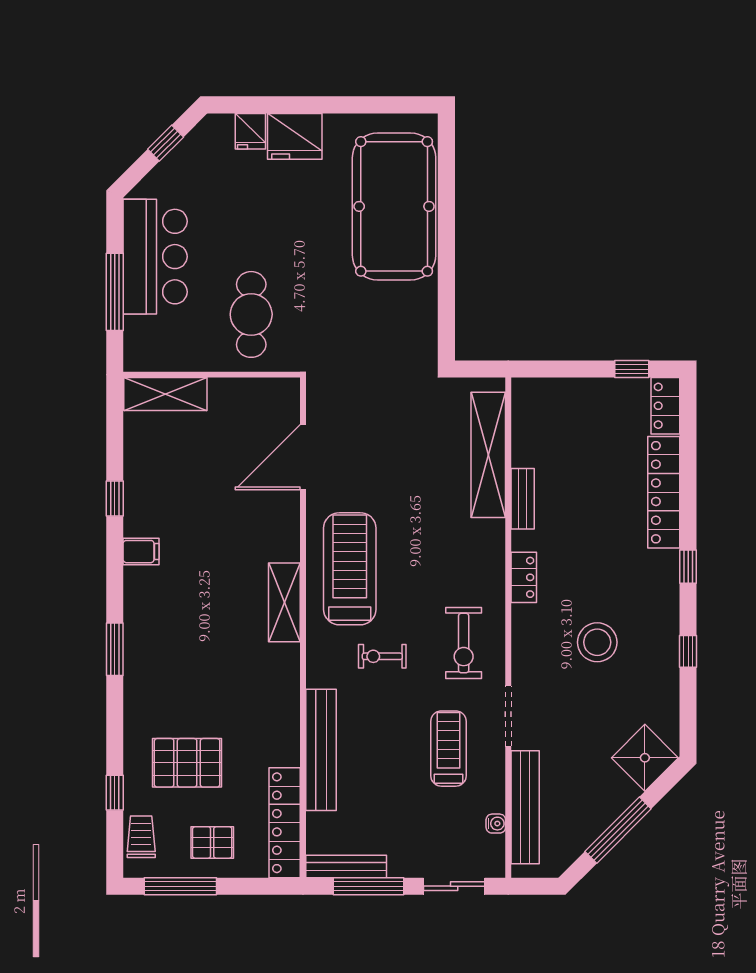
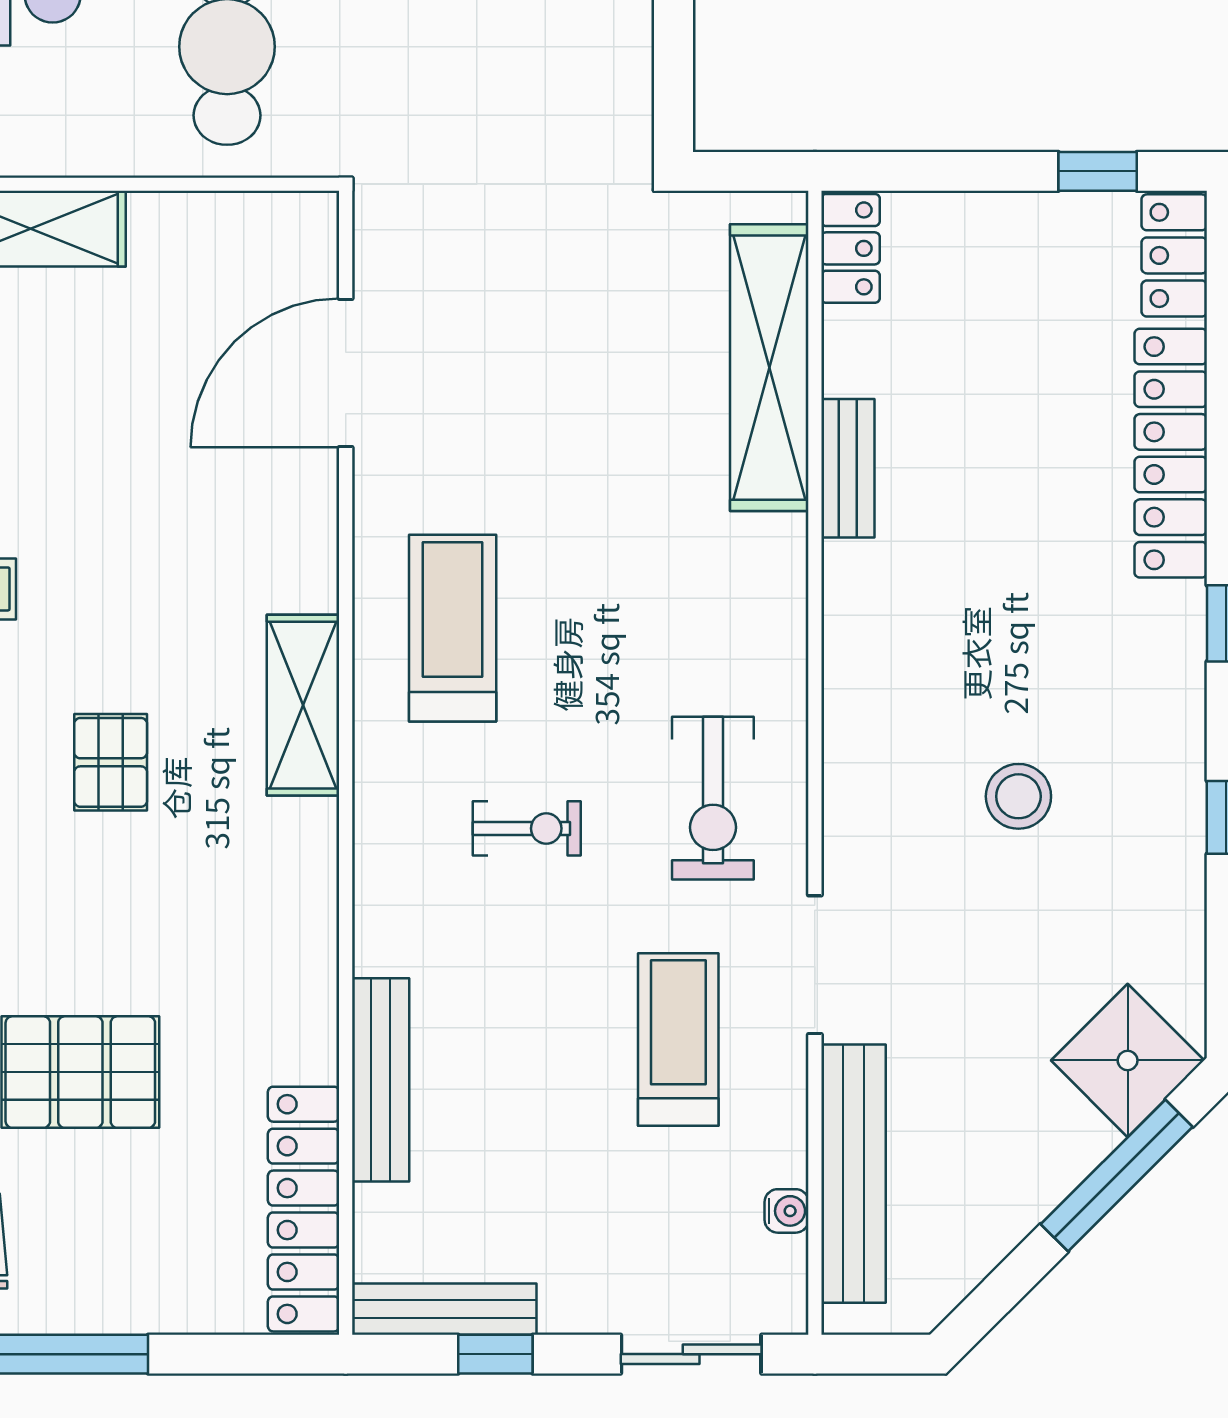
treadmill: (350, 569) -> (453, 628), width x0.73, depth x0.73
locker: (524, 577) -> (850, 248), moved
stool: (597, 642) -> (1018, 796), width x0.73, depth x0.73
exercise bike: (382, 656) -> (527, 828), turned 180
bench: (321, 750) -> (381, 1080), width x0.73, depth x0.82
window: (618, 830) -> (1117, 1175), moved
pallet: (212, 842) -> (111, 762), moved, turned 90
window: (369, 886) -> (495, 1354), width x0.46

